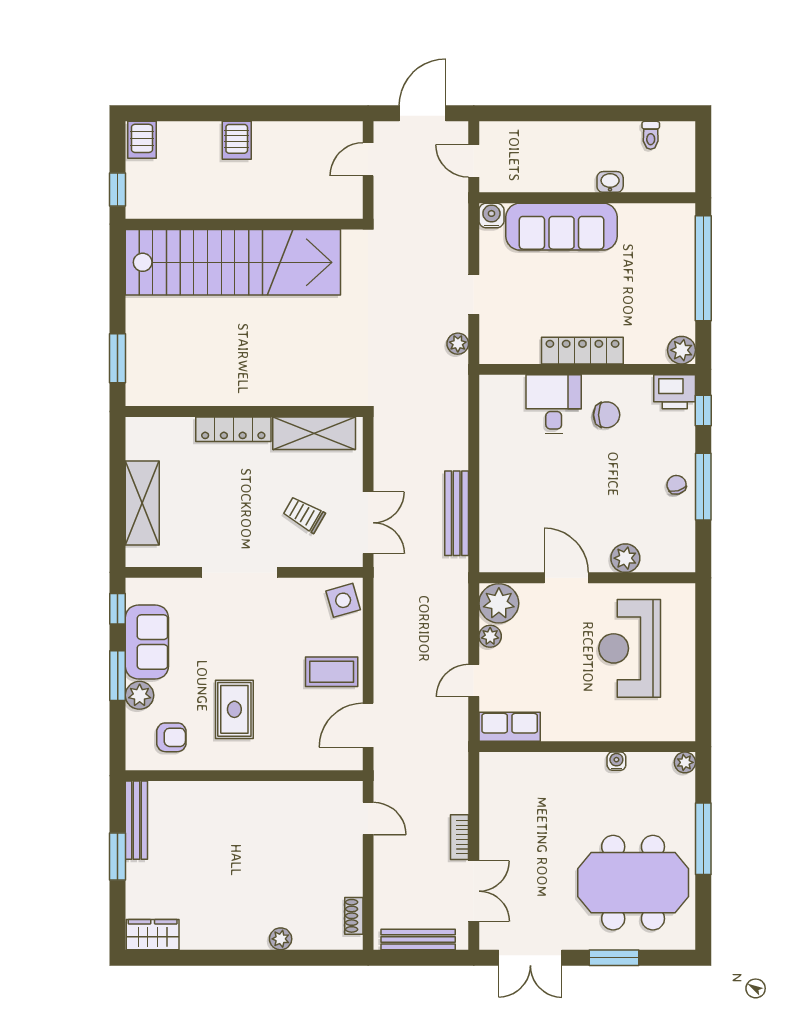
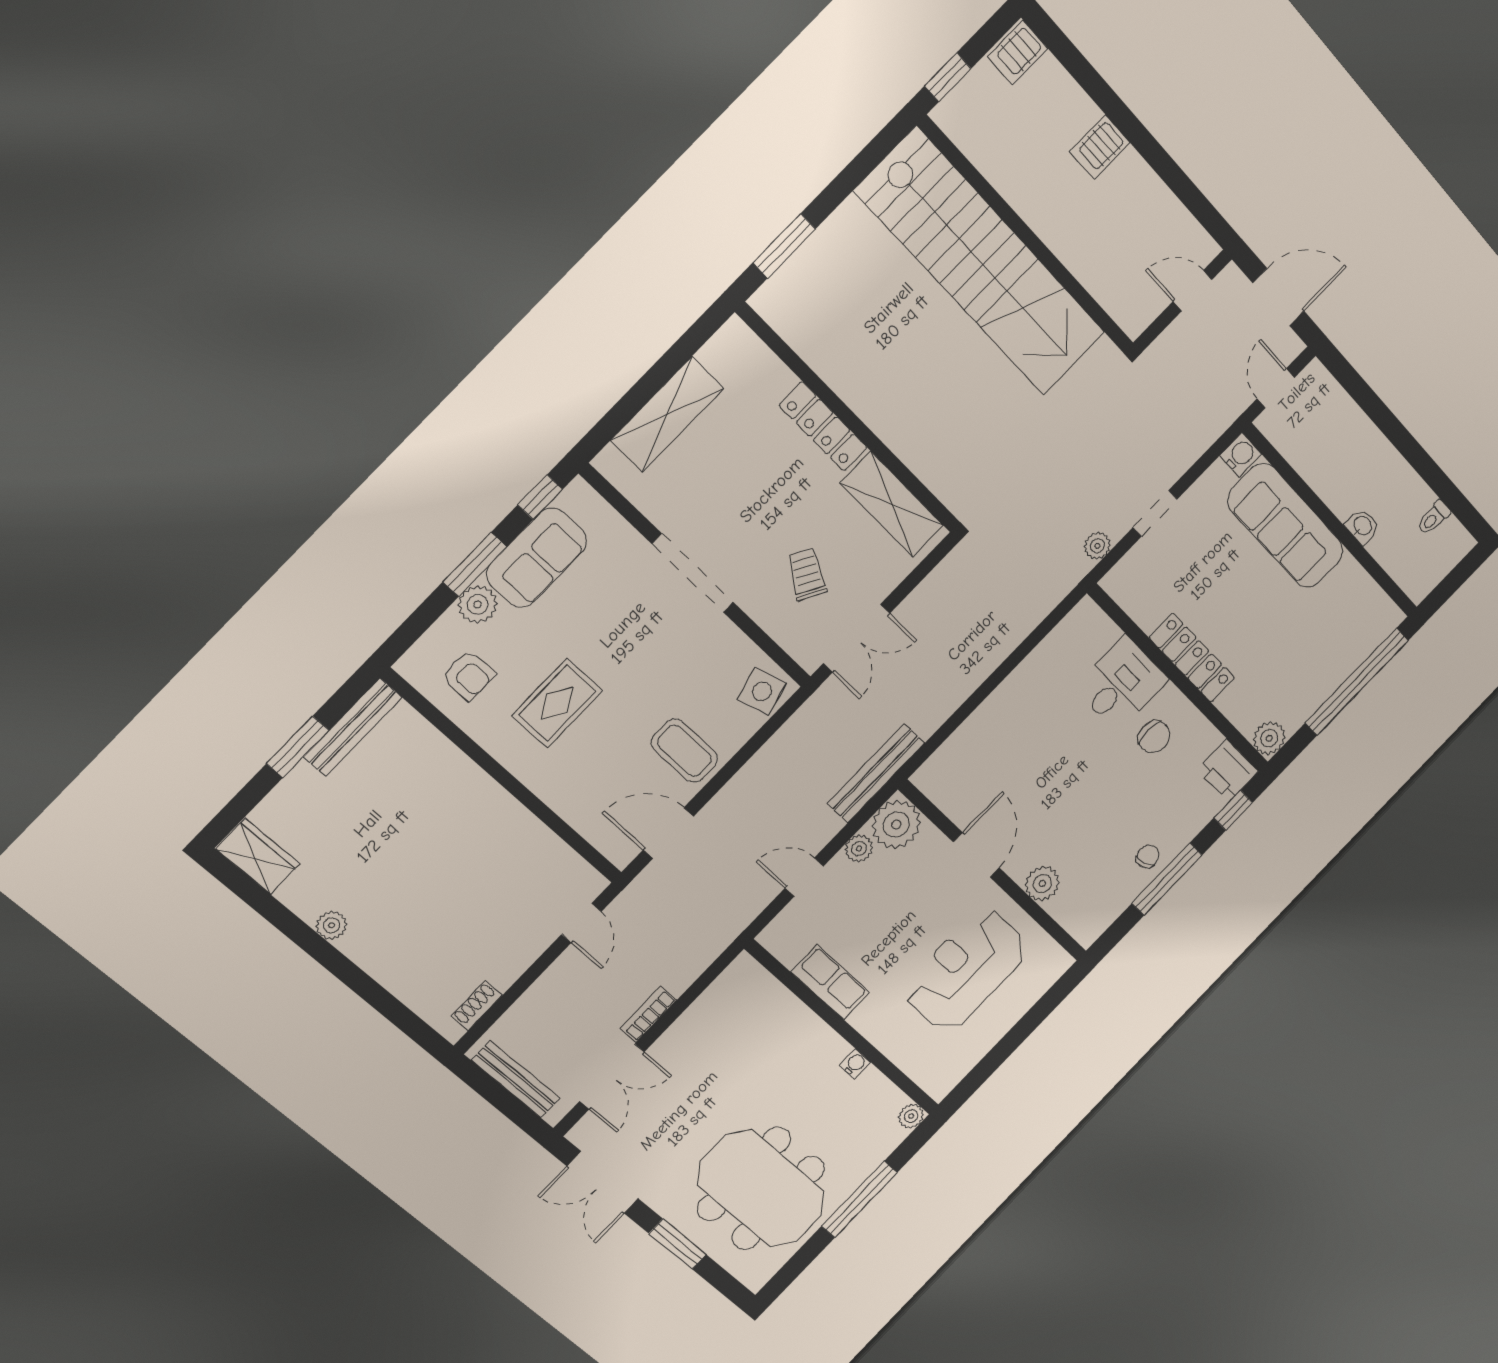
bench: (457, 513) -> (876, 773), moved
row of seats: (510, 727) -> (830, 982), moved
plant: (281, 939) -> (332, 925), moved

